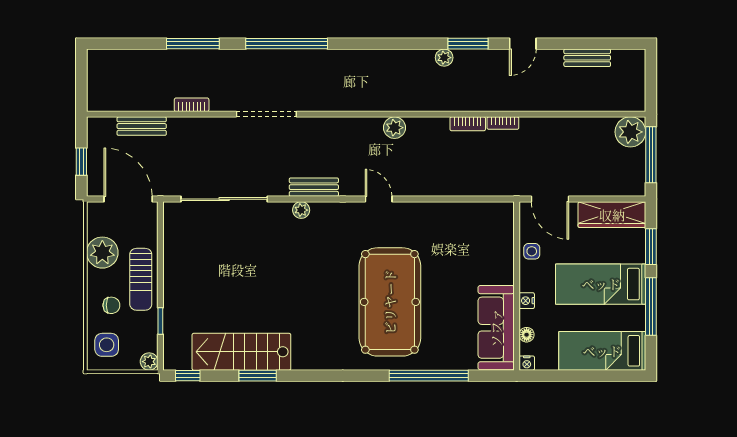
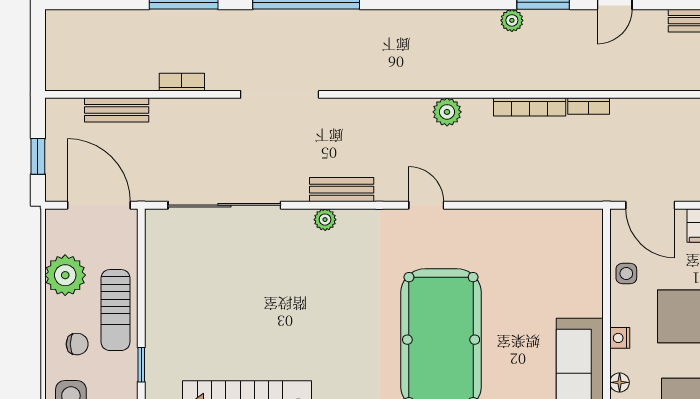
bookcase: (468, 124) -> (530, 107), width x1.56

